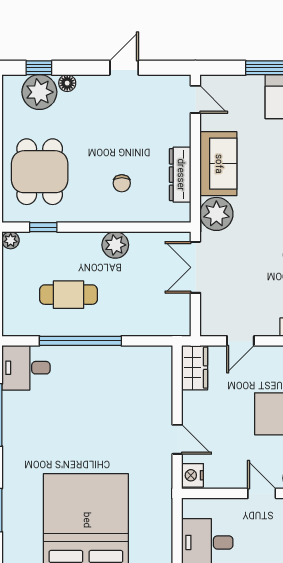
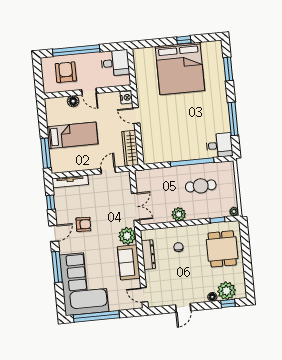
wardrobe: (195, 368) -> (130, 148), width x1.50

